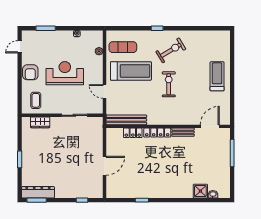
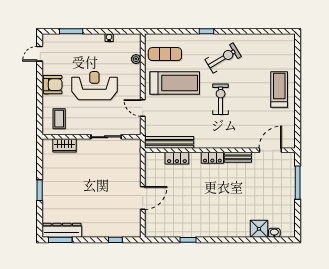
armchair: (30, 72) -> (53, 85), turned -90
locker: (157, 133) -> (212, 158), width x0.66

